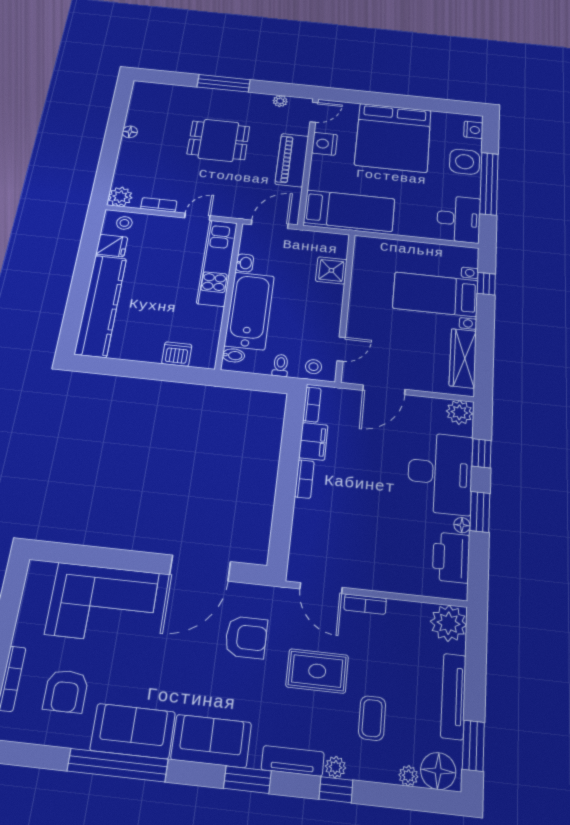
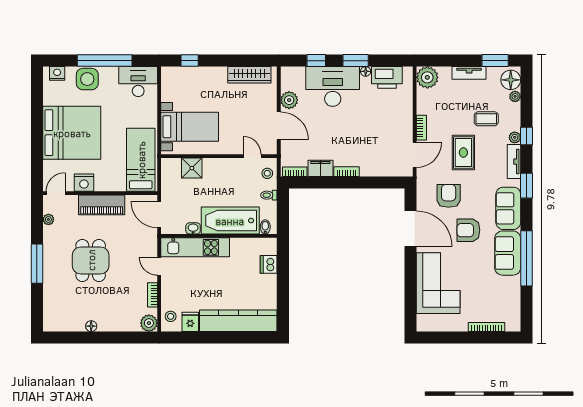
door: (314, 112) -> (56, 193), hinge flipped
bed with nightstands: (436, 294) -> (190, 127), moved, turned -90
plant: (459, 412) -> (289, 100), moved
armchair: (66, 691) -> (468, 230), moved, turned 180
tv unit: (453, 696) -> (469, 73), width x0.71

